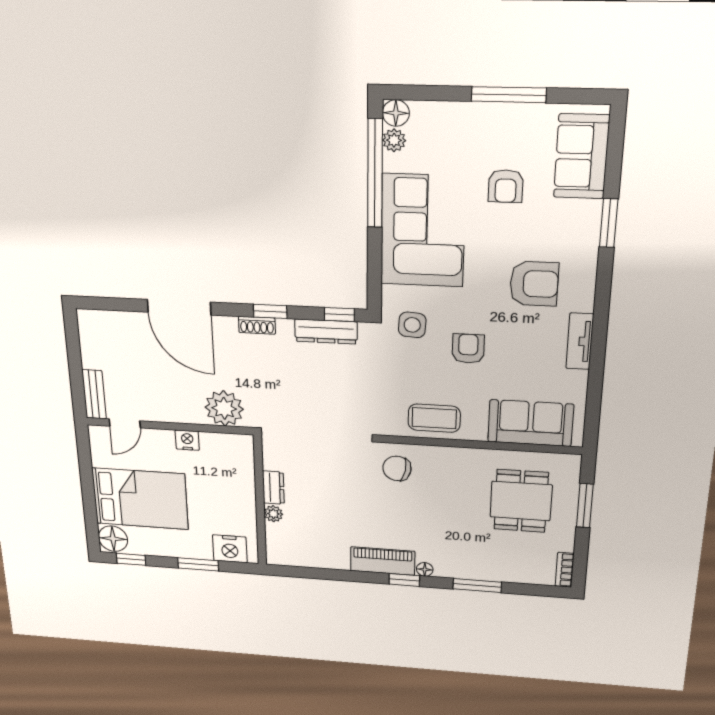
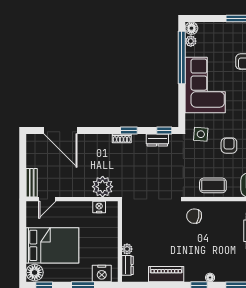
door: (179, 307) -> (61, 130), moved
dresser: (326, 332) -> (157, 140), width x0.70
nightstand: (187, 440) -> (99, 207), moved
dresser: (273, 488) -> (128, 265), moved
piano: (383, 561) -> (166, 274), moved

